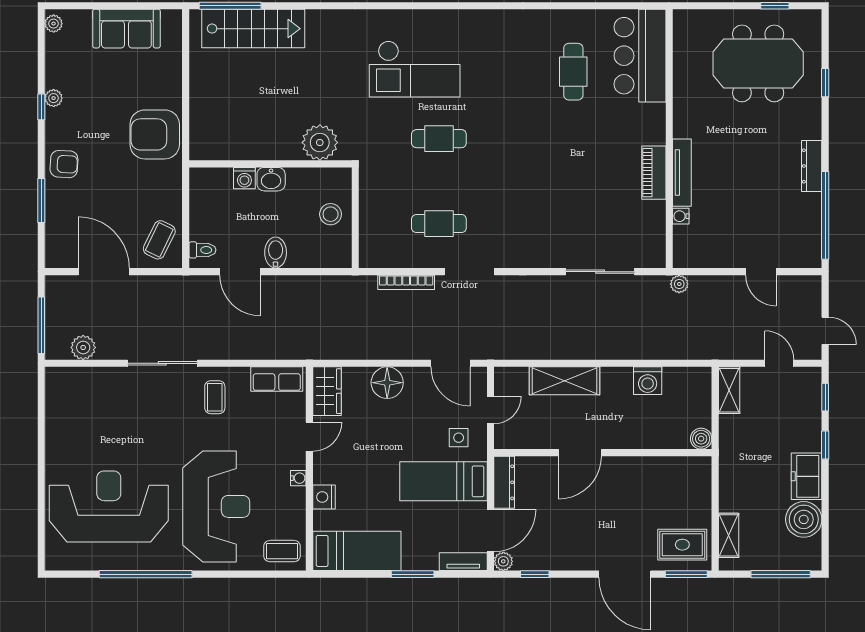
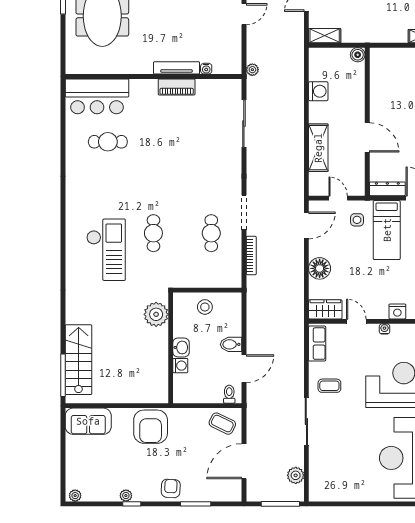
sofa: (126, 29) -> (88, 421), moved, turned 90

